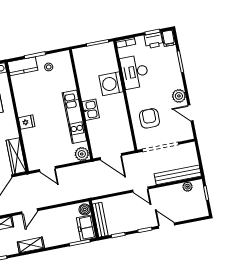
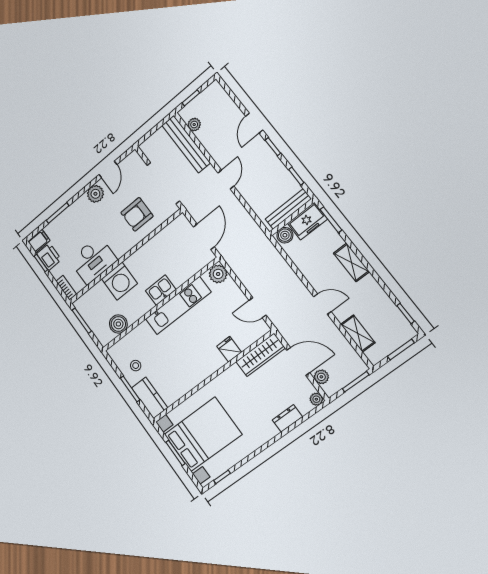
boiler: (83, 68) -> (118, 324), added
fridge: (27, 122) -> (229, 349), moved
door: (47, 169) -> (258, 308), swing flipped
shelving: (31, 245) -> (351, 262), moved

